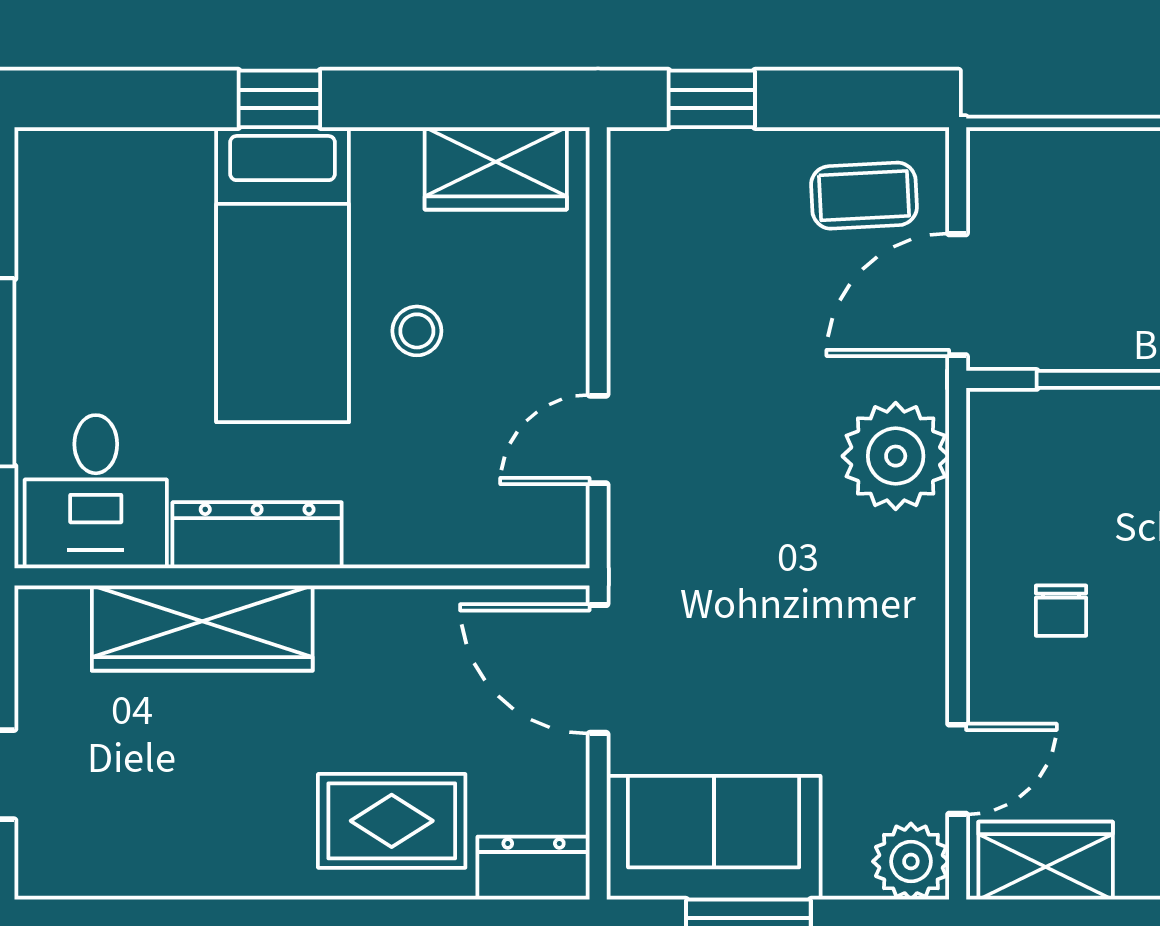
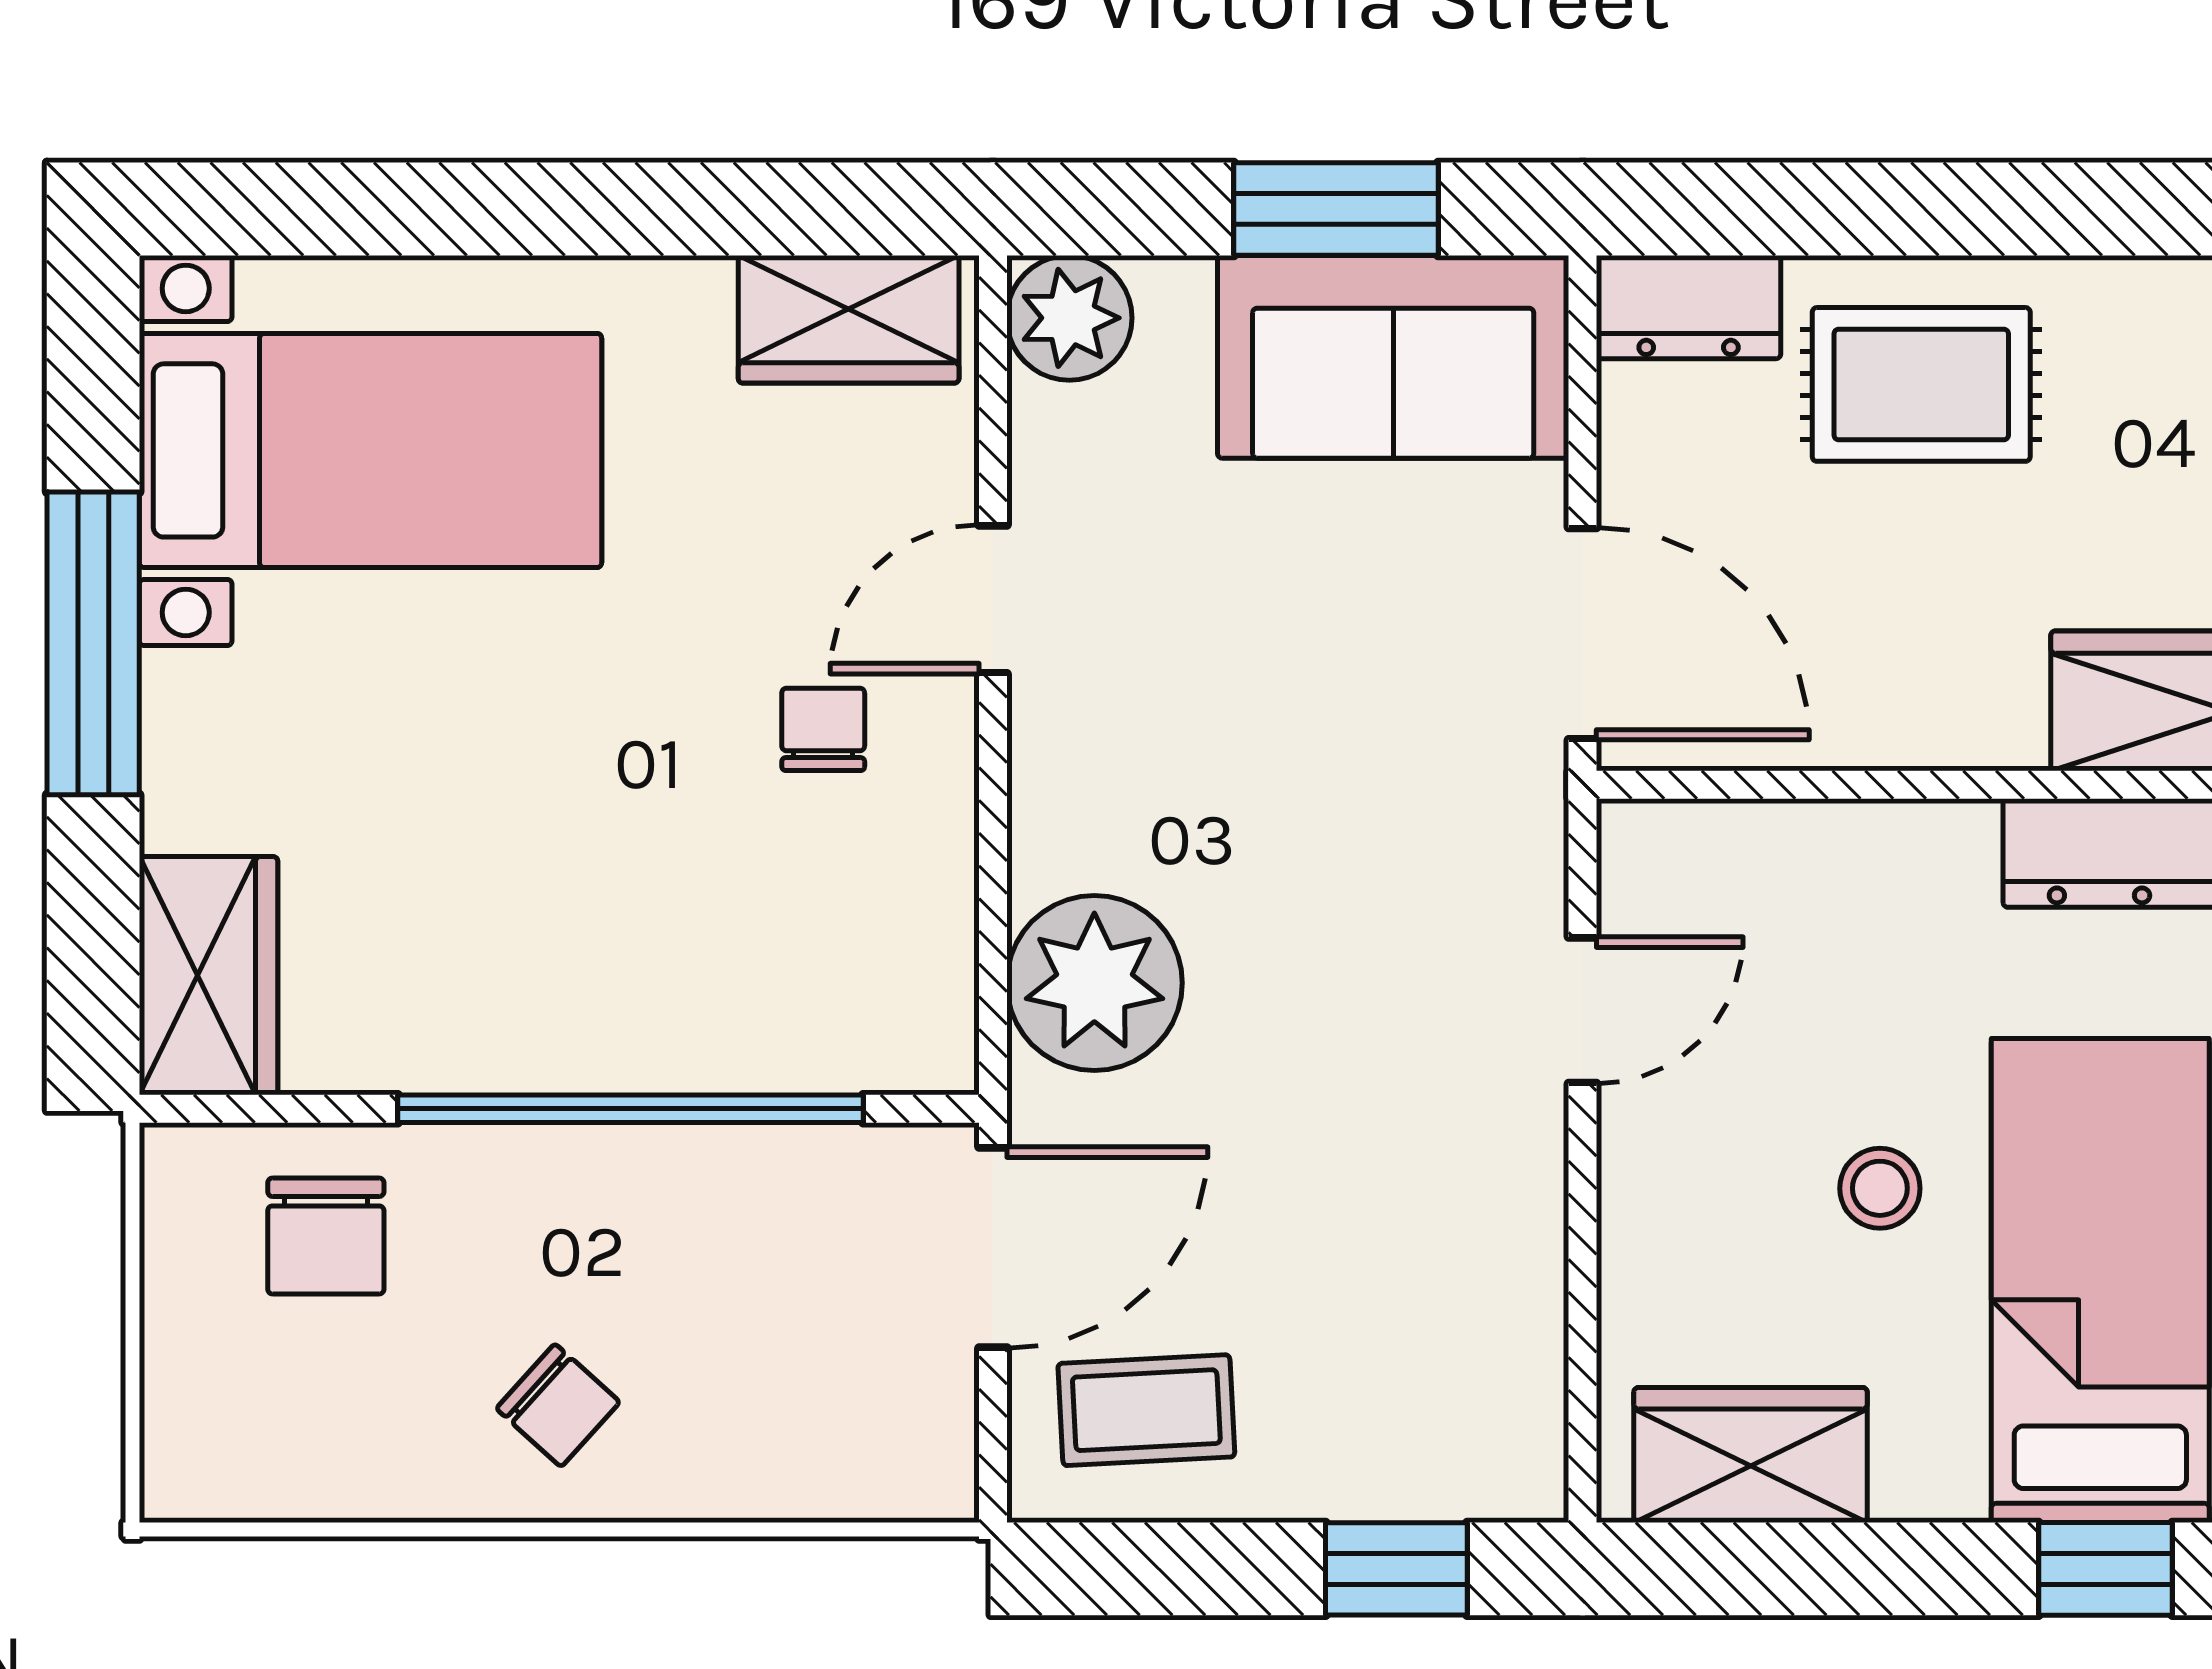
door: (958, 769) -> (993, 599), moved

